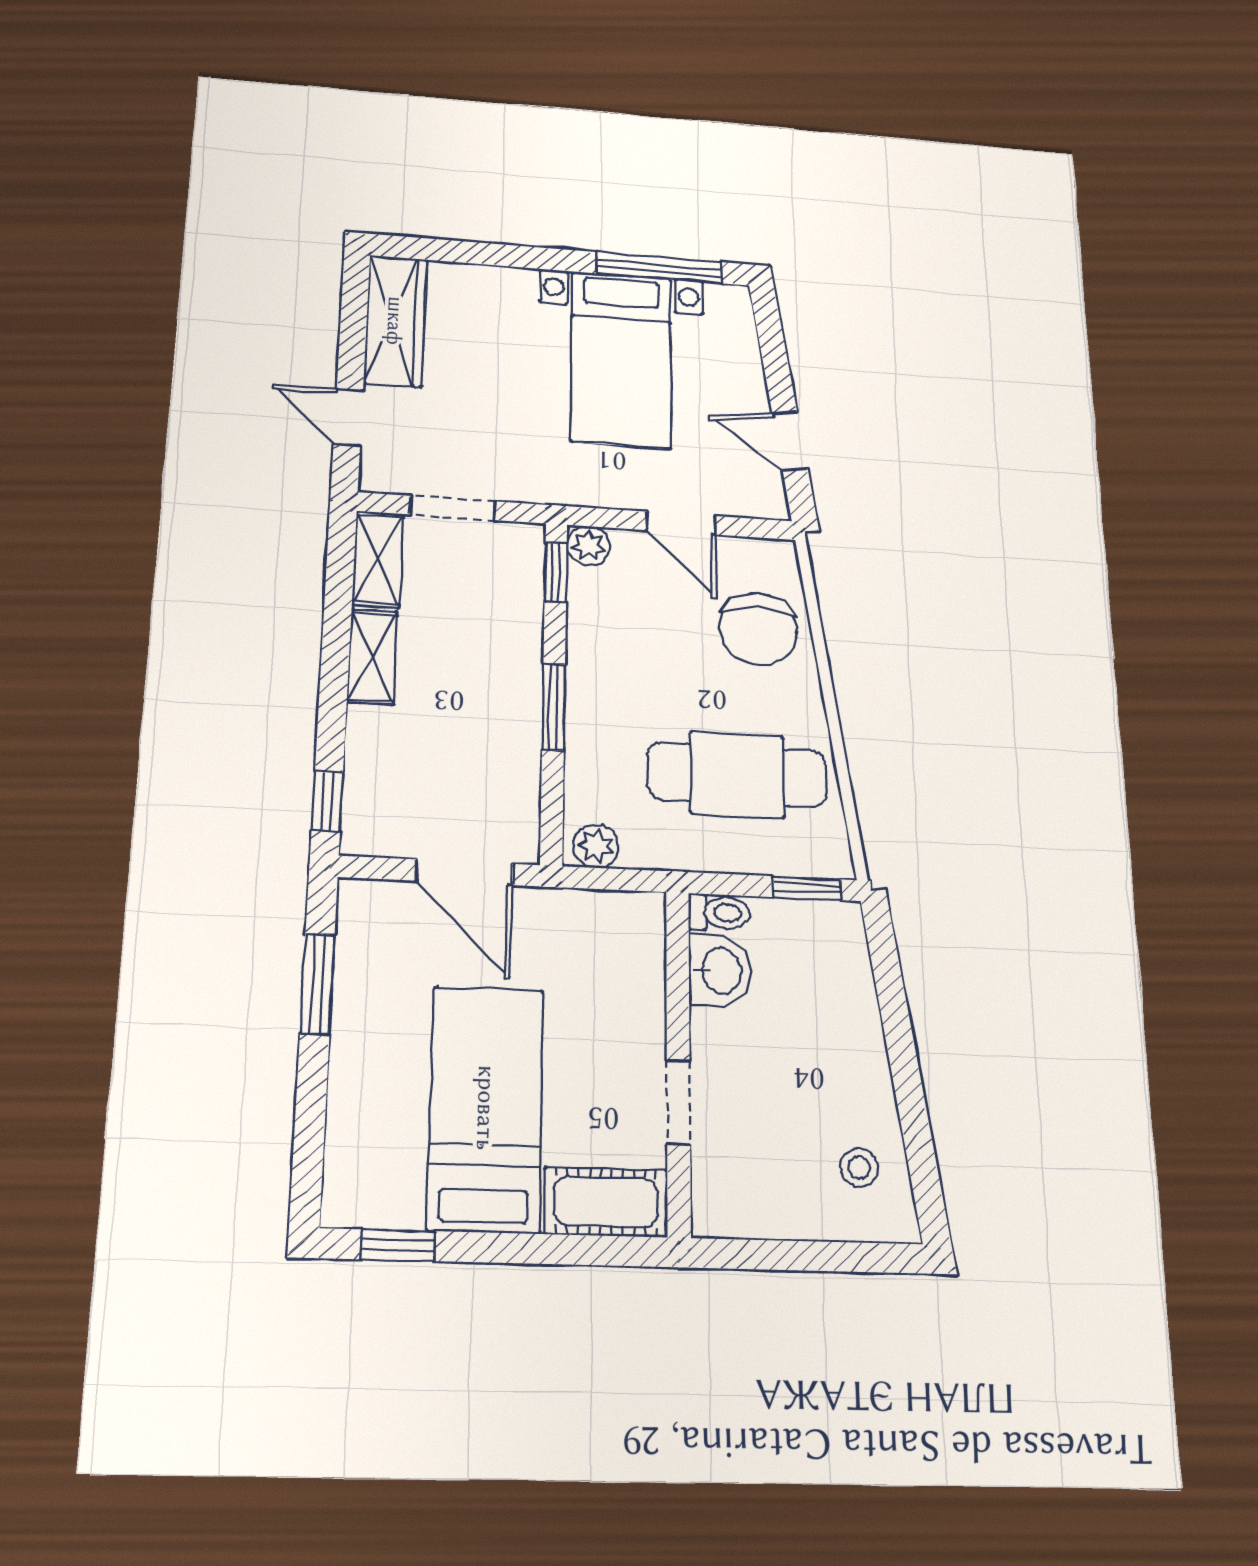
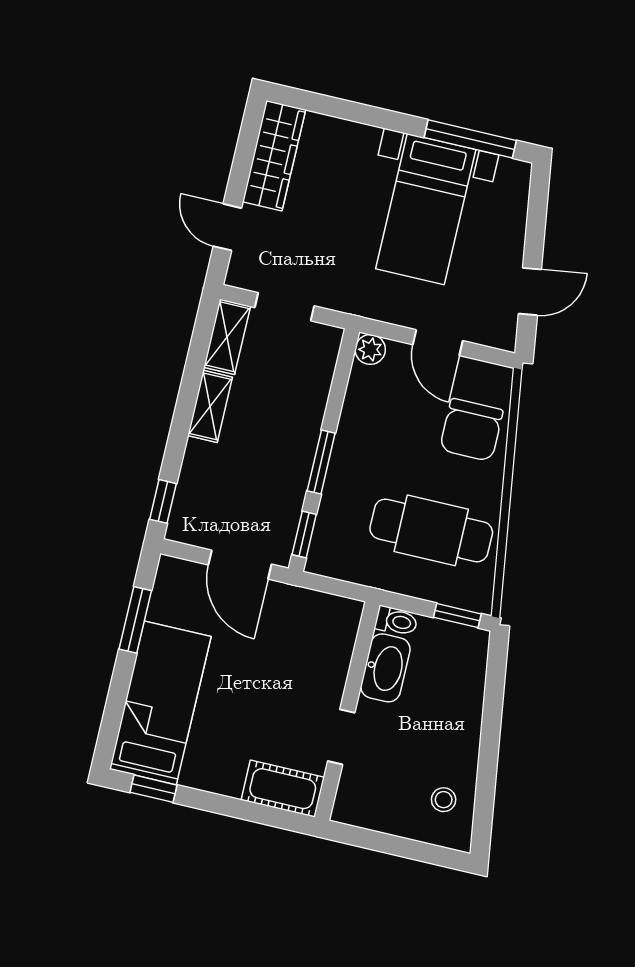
door: (790, 441) -> (530, 292), swing flipped
window: (556, 572) -> (304, 534), moved
plant: (596, 846) -> (327, 562), removed
washbasin: (720, 971) -> (385, 668), width x1.38
bed: (486, 1108) -> (160, 703), moved

